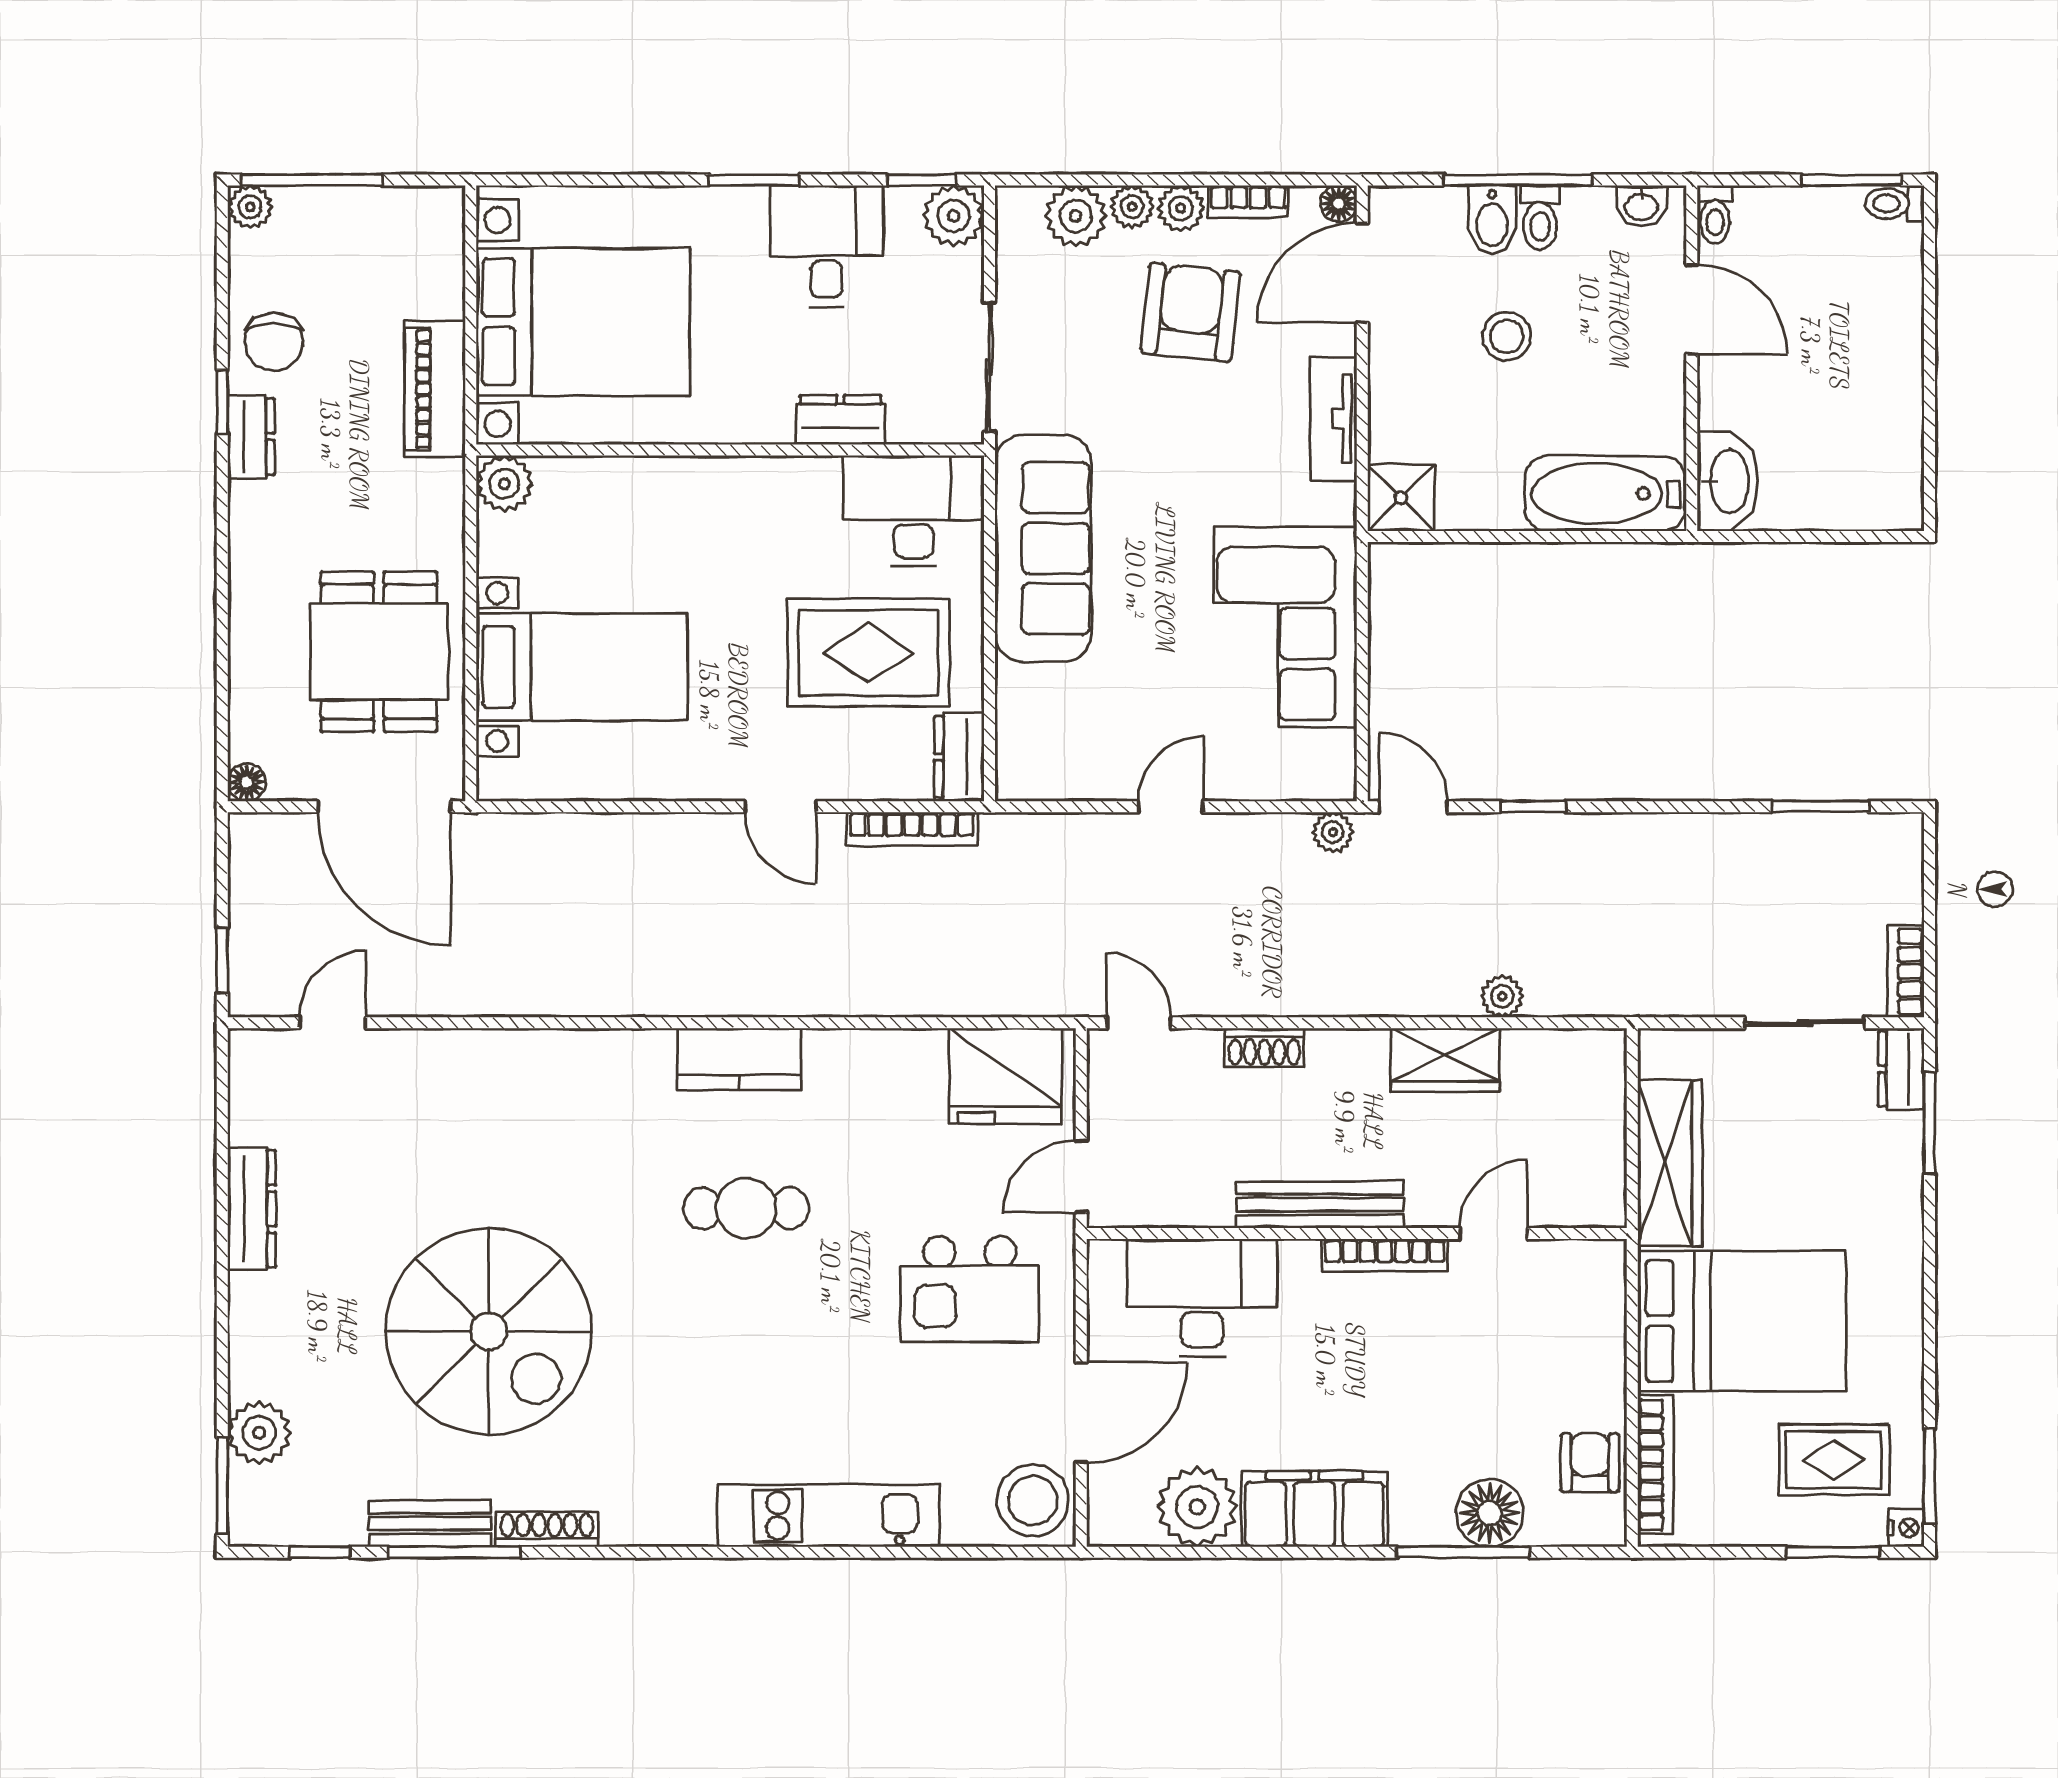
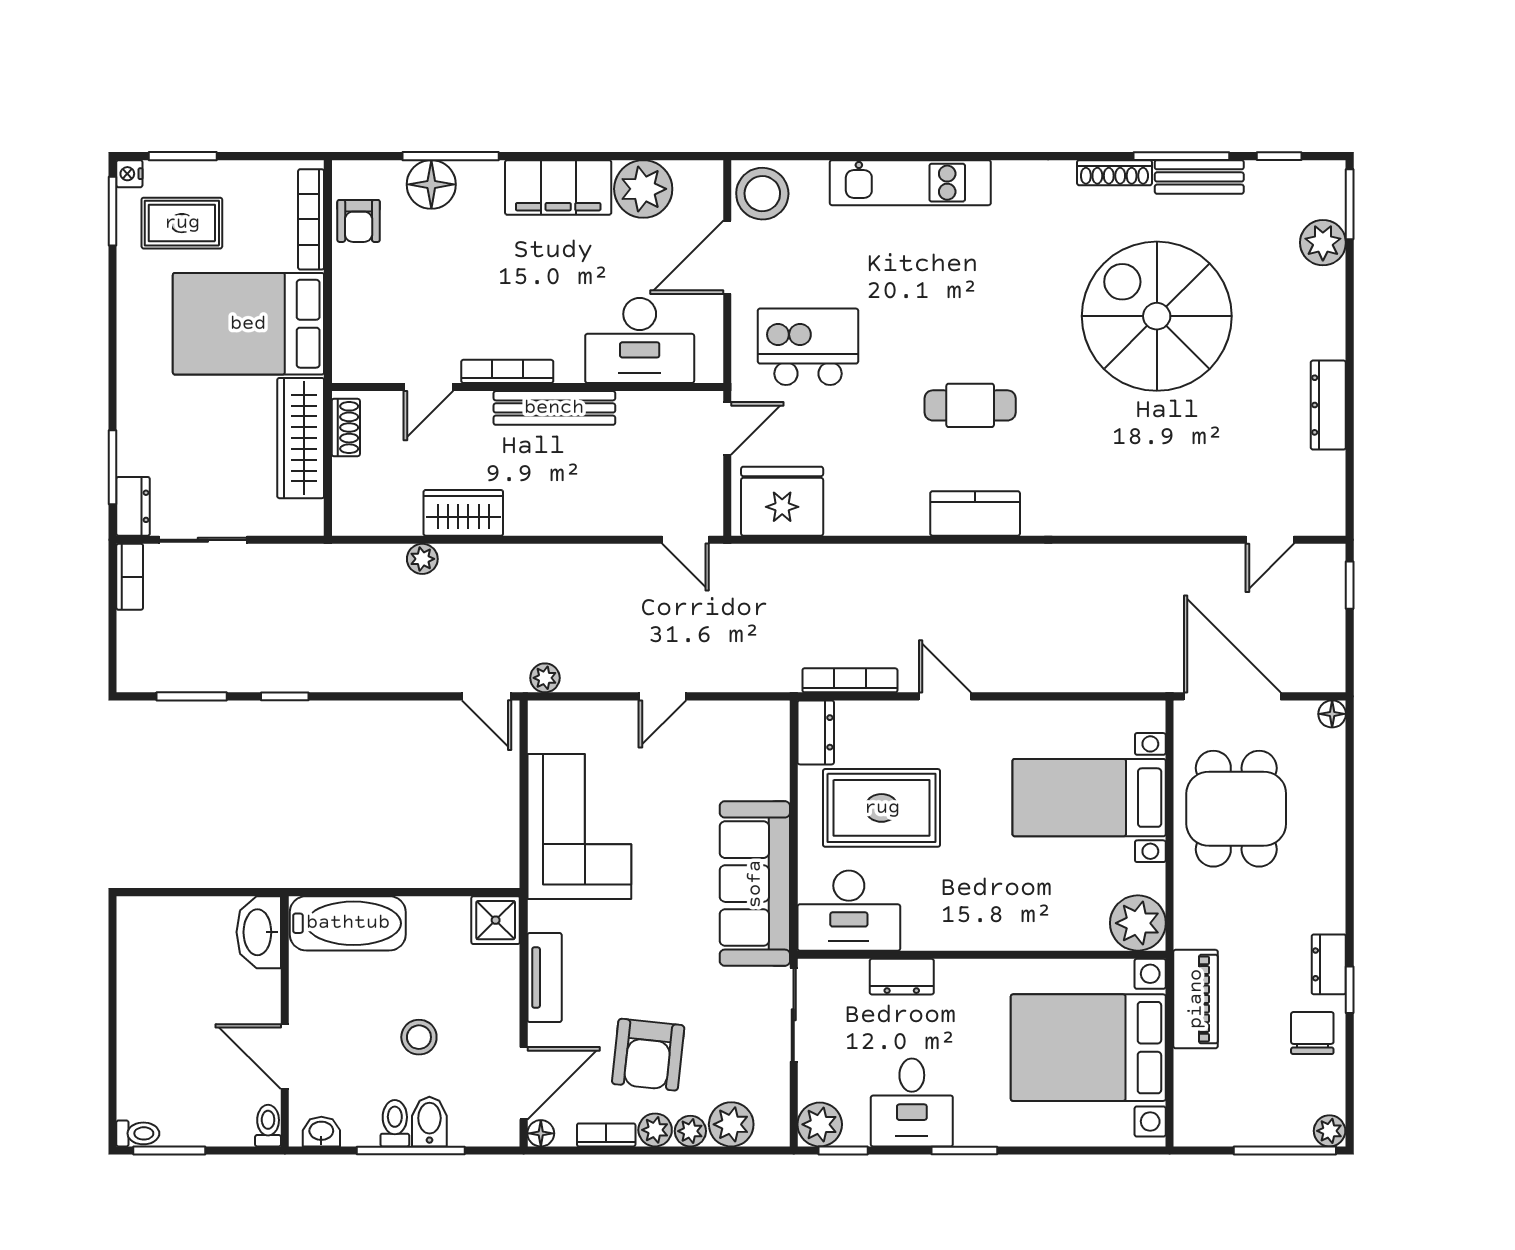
plant: (504, 484) -> (1138, 923), width x1.36, depth x1.36
window: (1533, 807) -> (285, 696), moved
shoe rack: (1264, 1047) -> (346, 427), moved, turned 90

